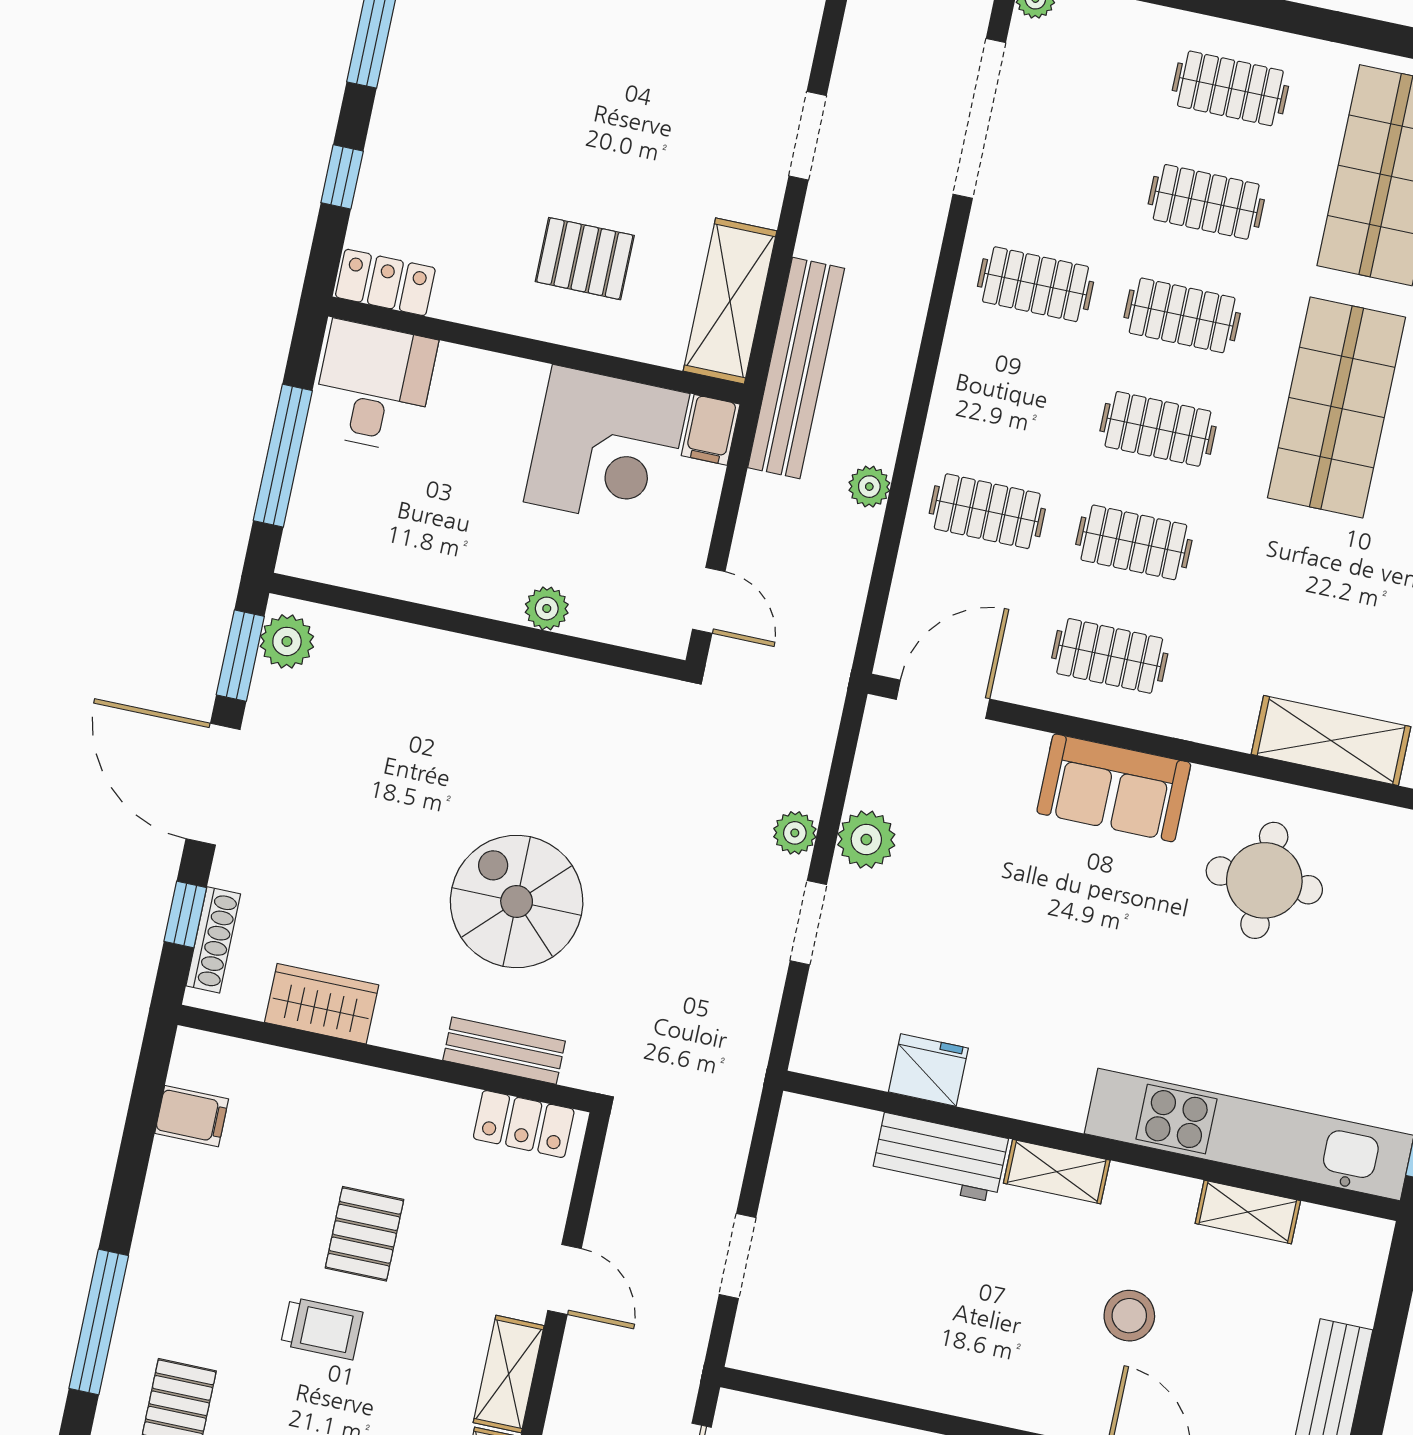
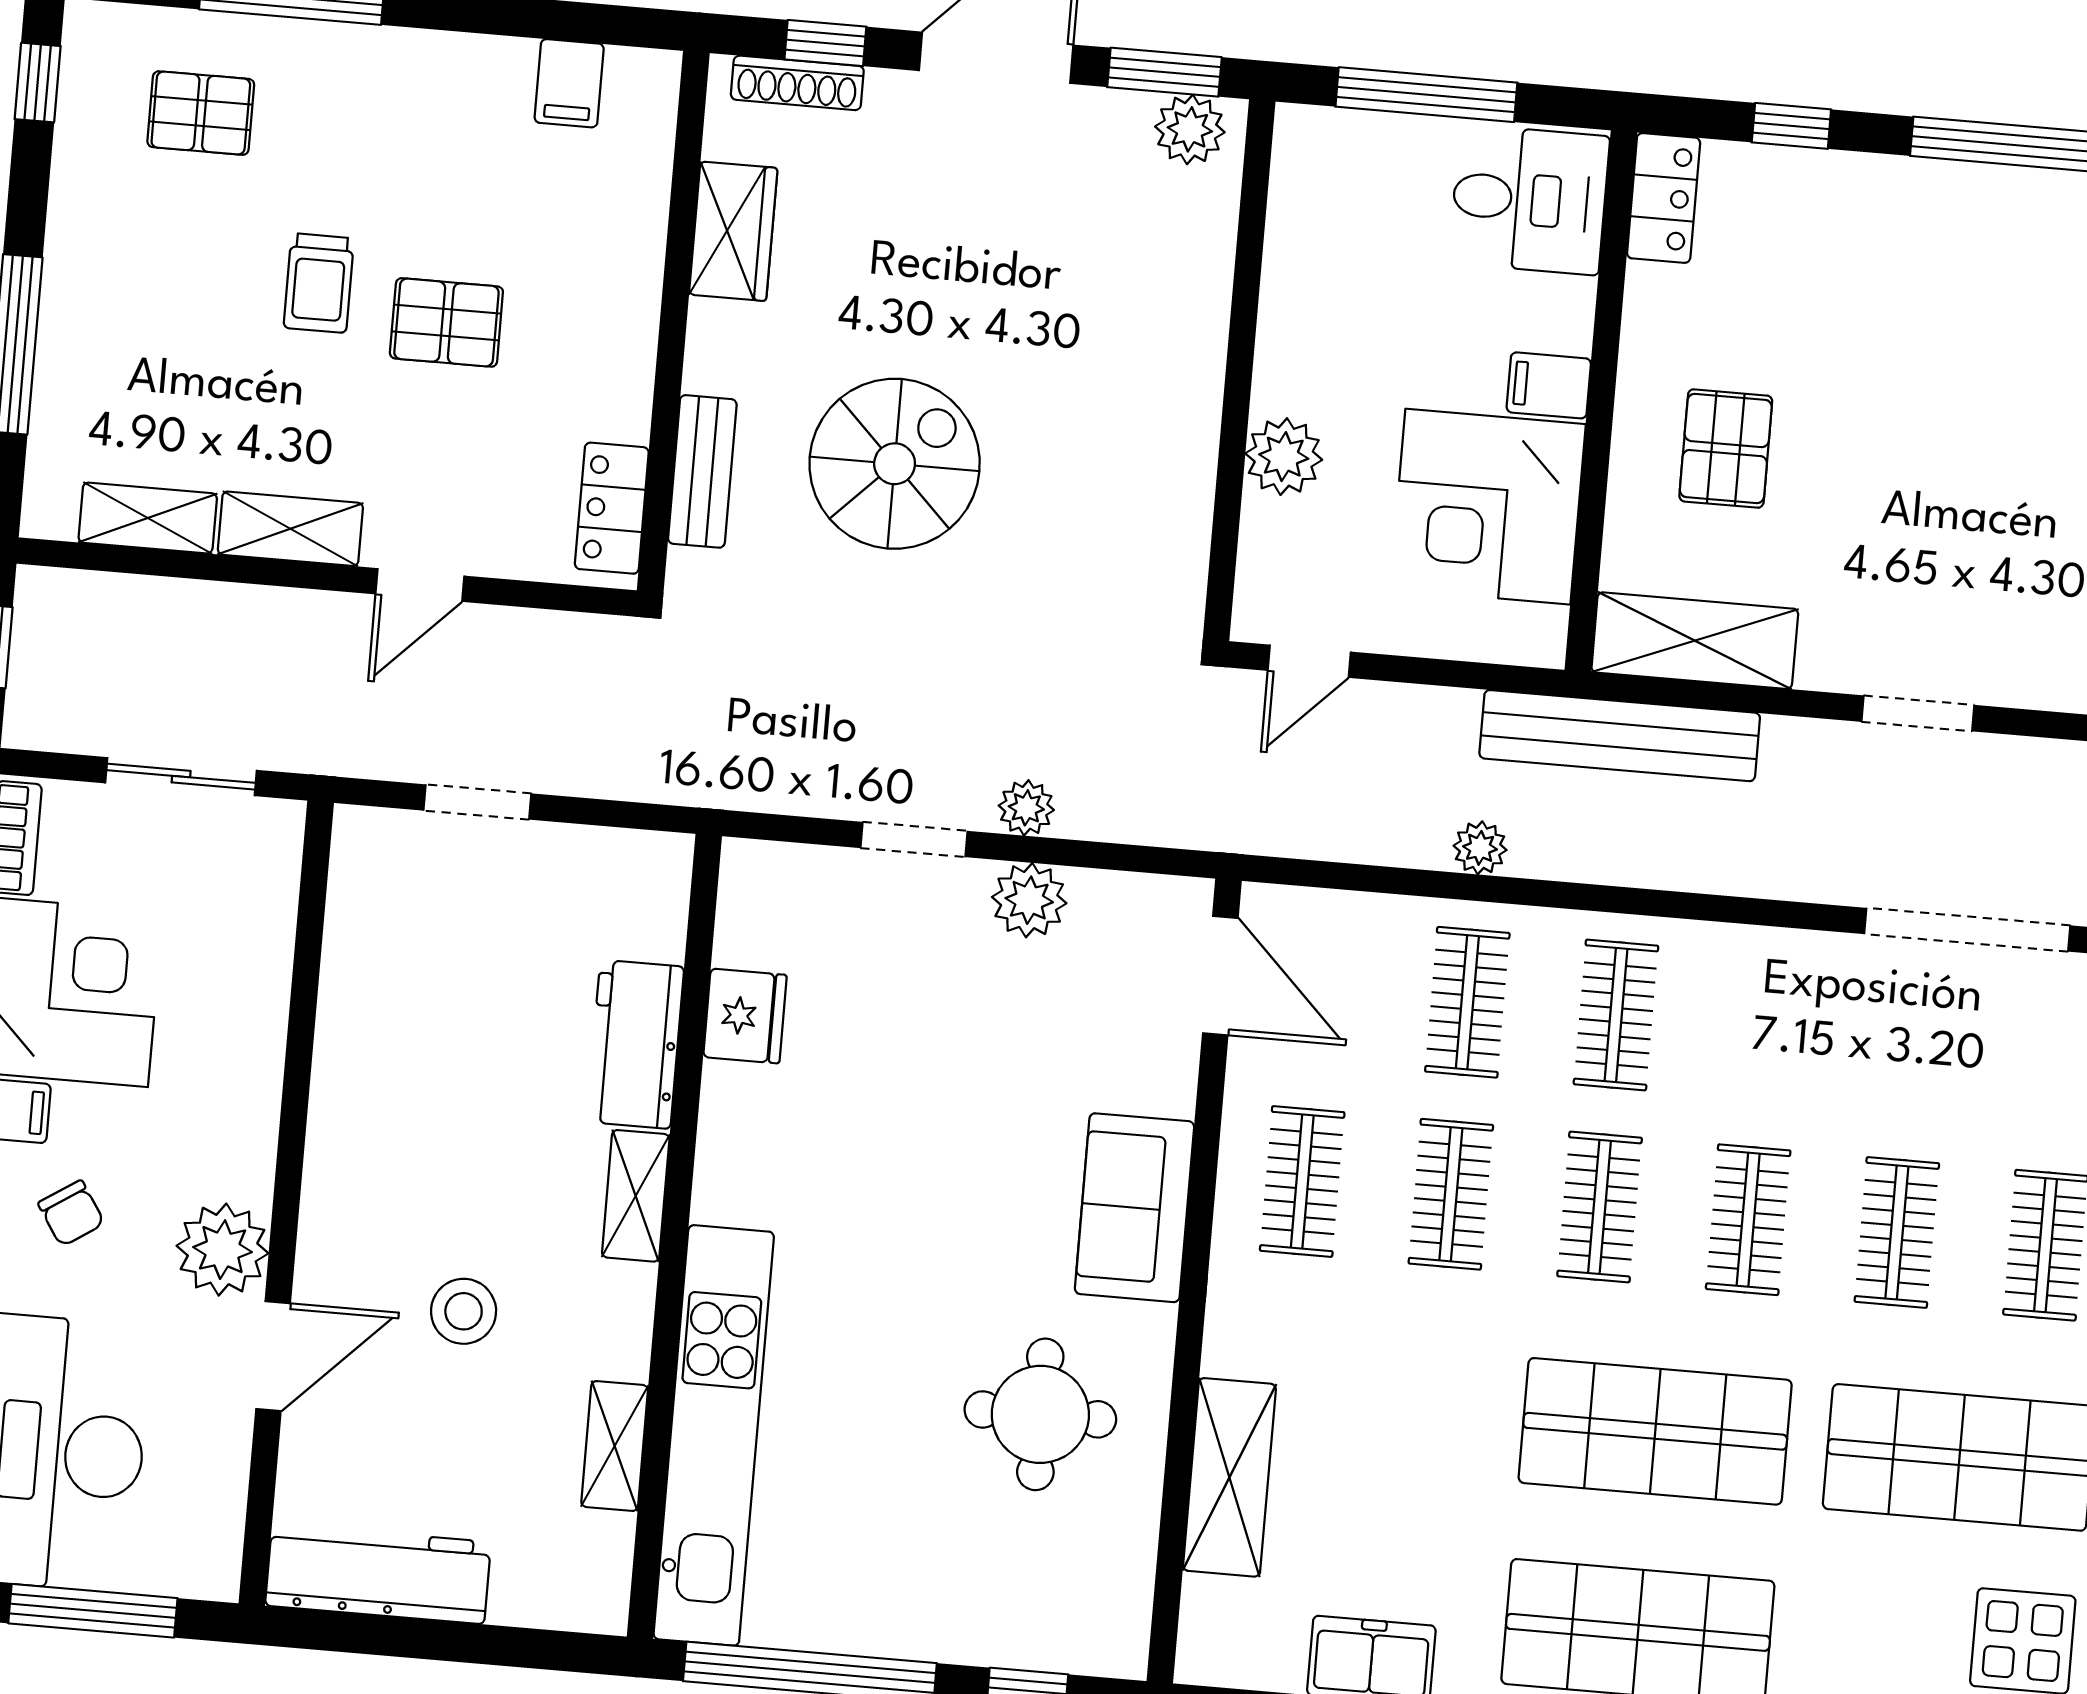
clothes rail: (1036, 284) -> (1616, 1015), moved
filing cabinet: (711, 430) -> (1549, 385), moved
plant: (547, 608) -> (1284, 457), width x1.38, depth x1.38

